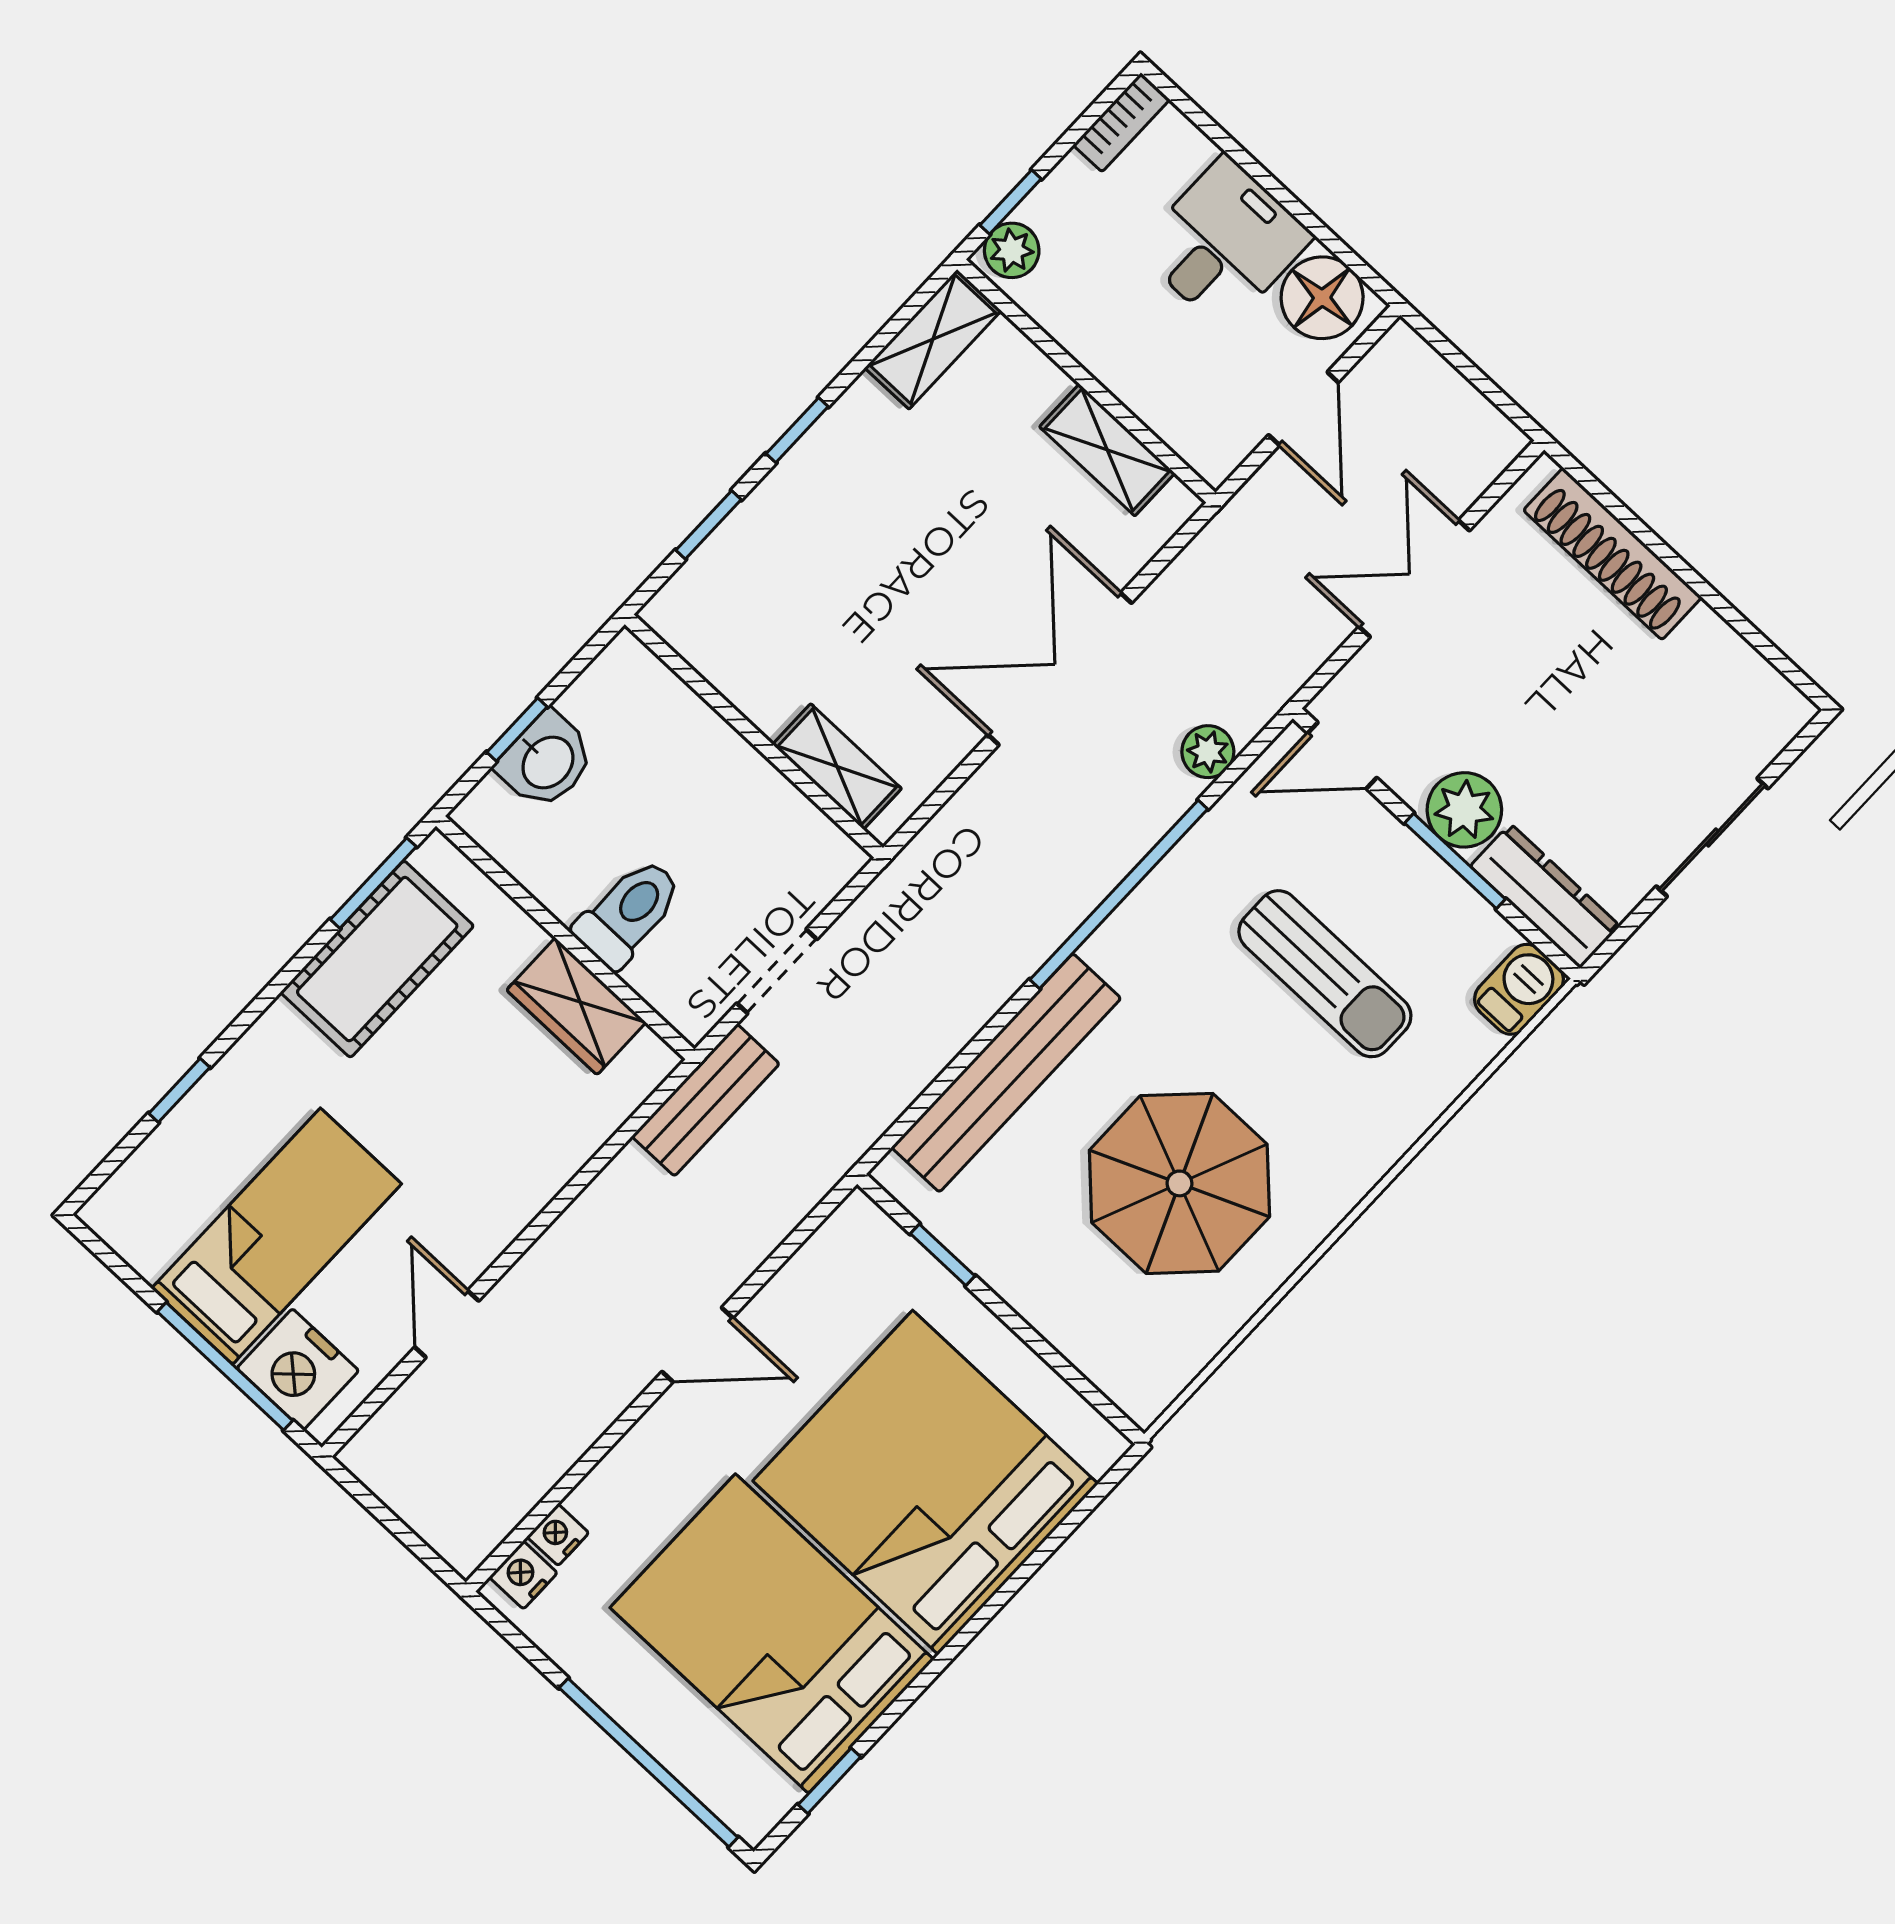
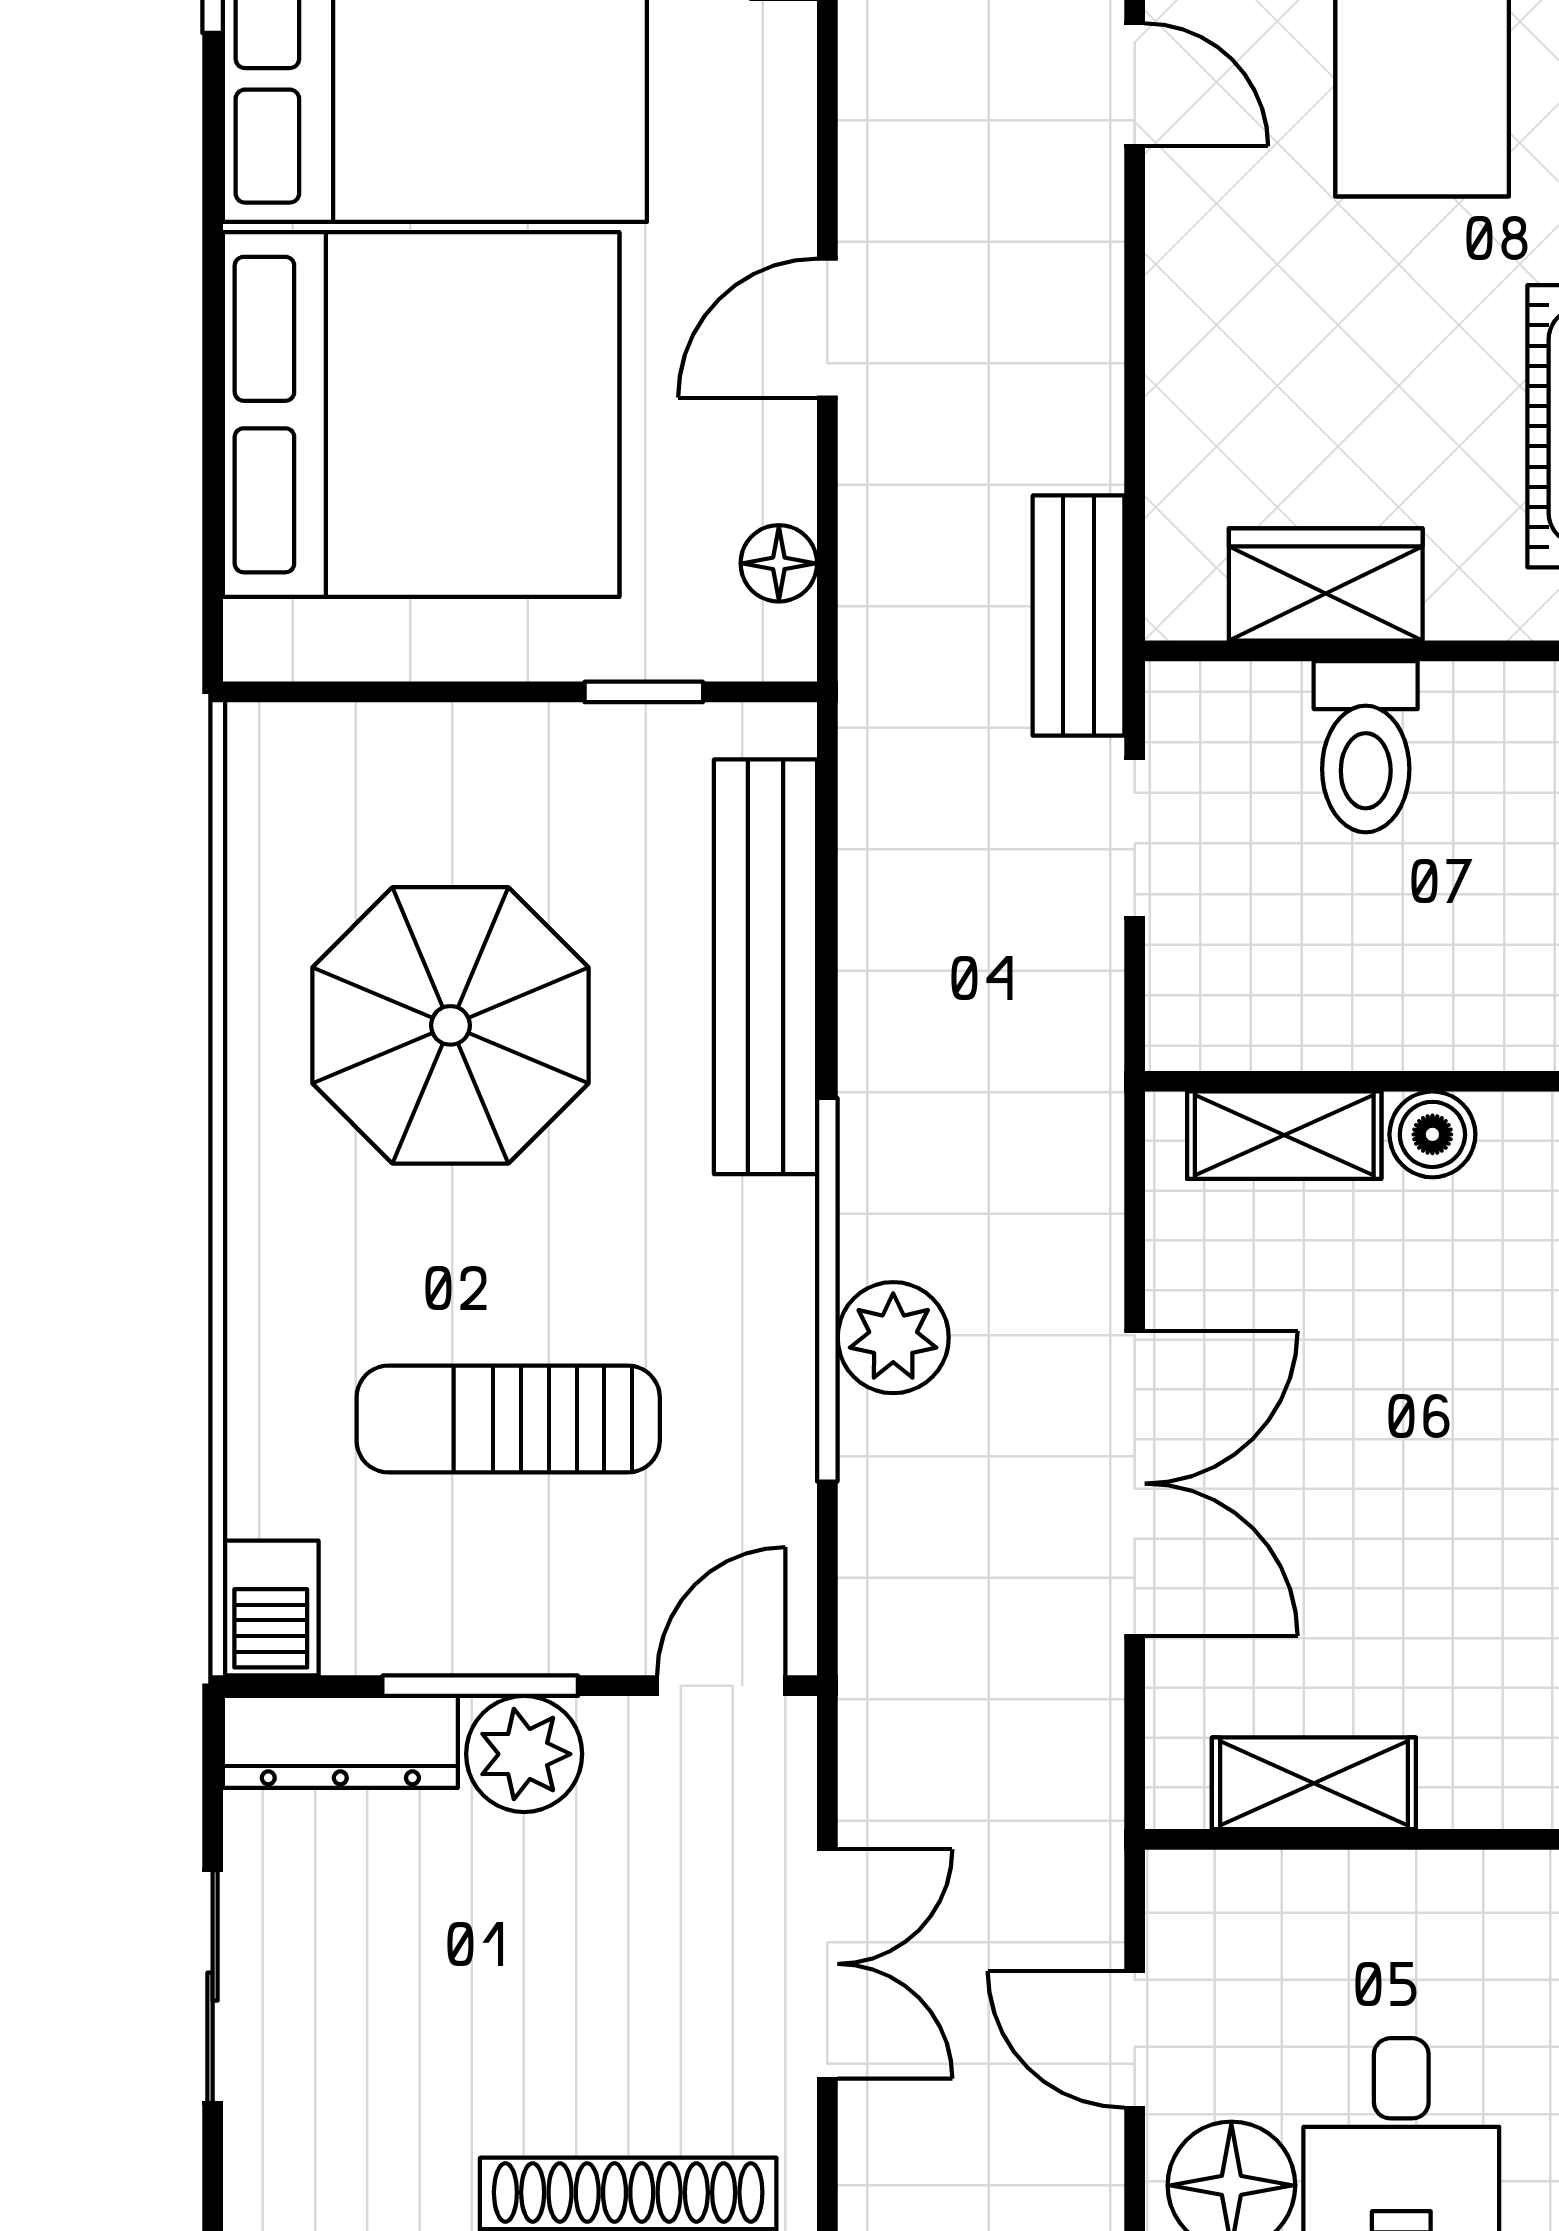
boiler: (767, 702) -> (1432, 1134), added
plant: (1208, 752) -> (893, 1338), moved, width x1.38, depth x1.38
floor lamp: (823, 1256) -> (779, 563), added

